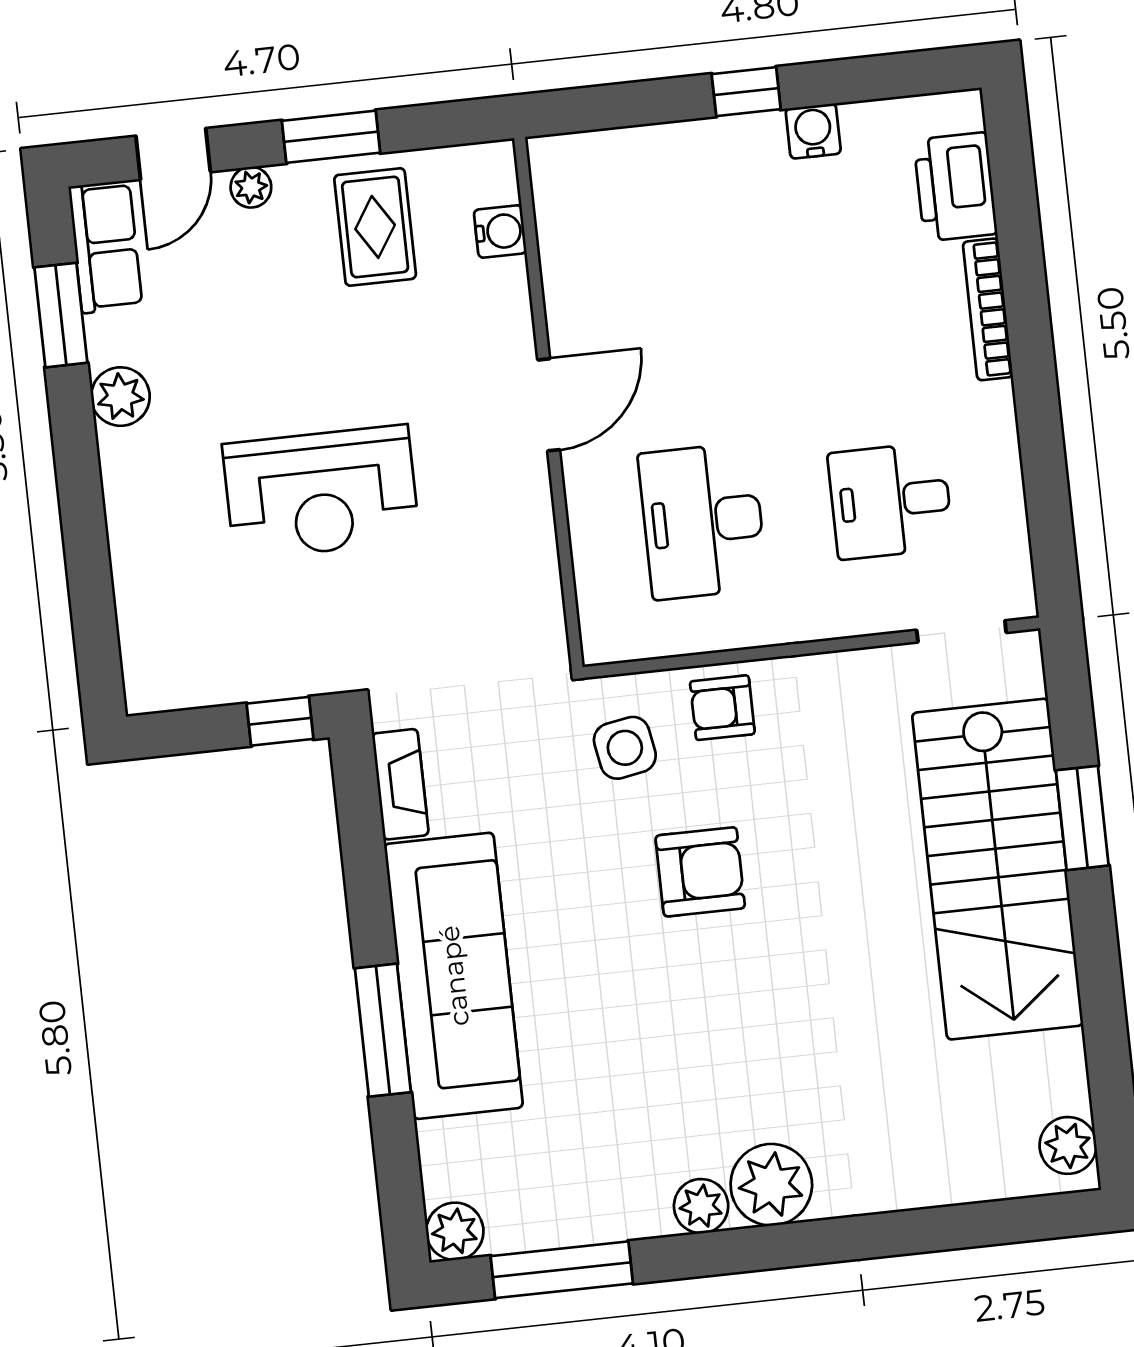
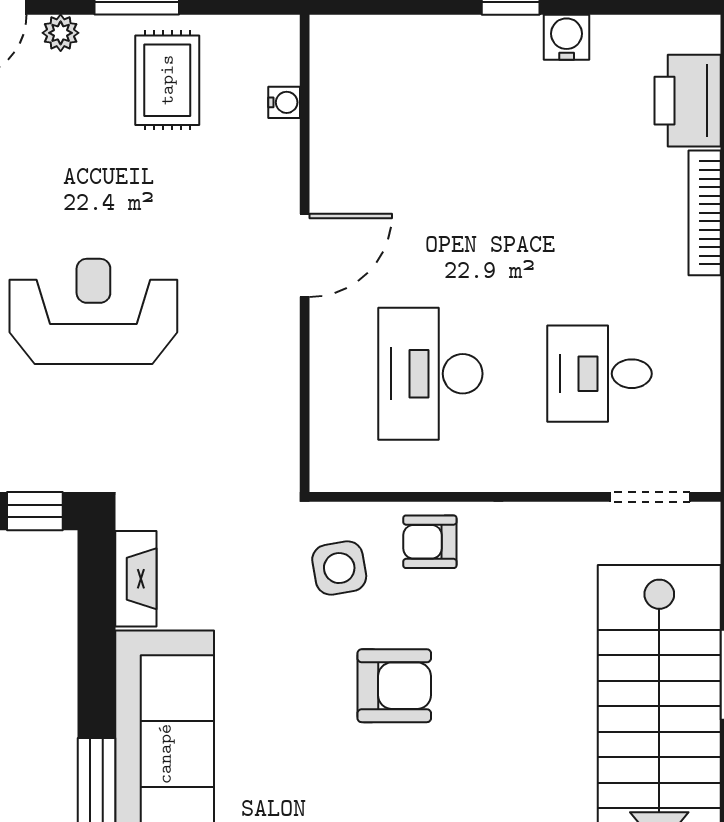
water cooler: (500, 231) -> (284, 102), width x0.72, depth x0.72
reception desk: (321, 492) -> (93, 311), turned 180

